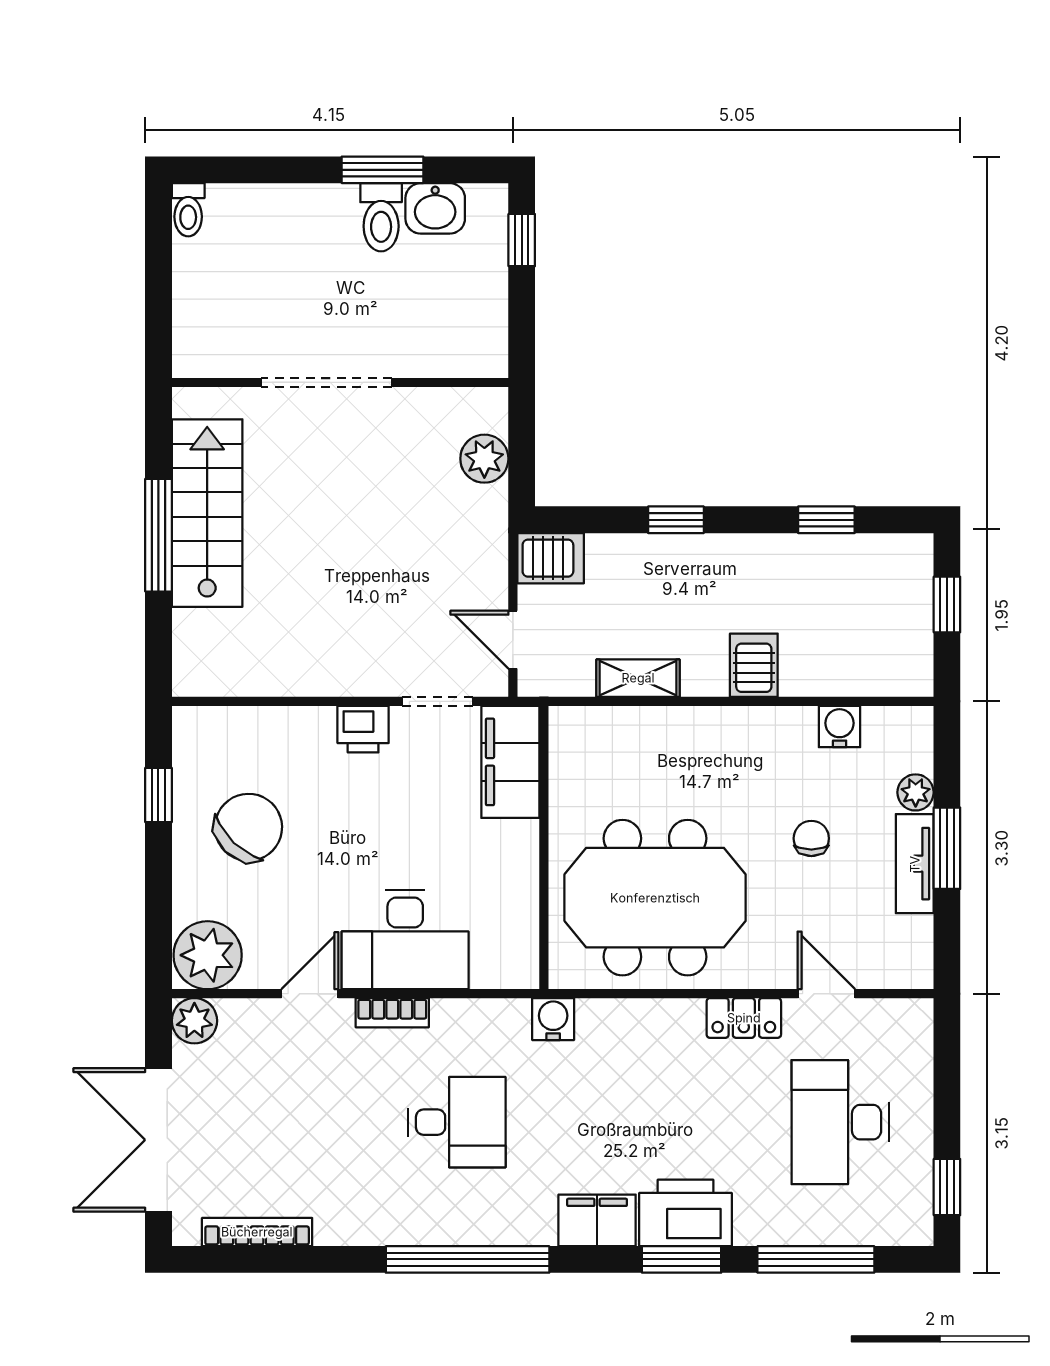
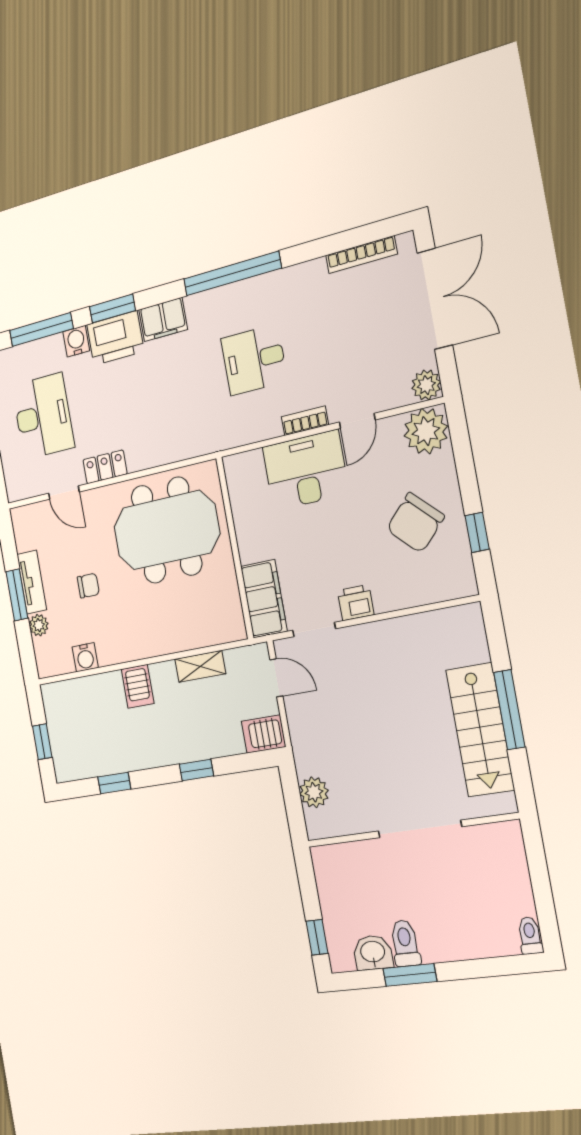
chair: (811, 838) -> (88, 586), turned -90
water cooler: (553, 1019) -> (76, 341), moved, turned 180

